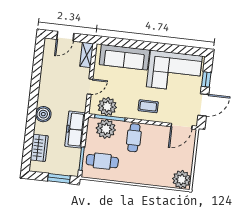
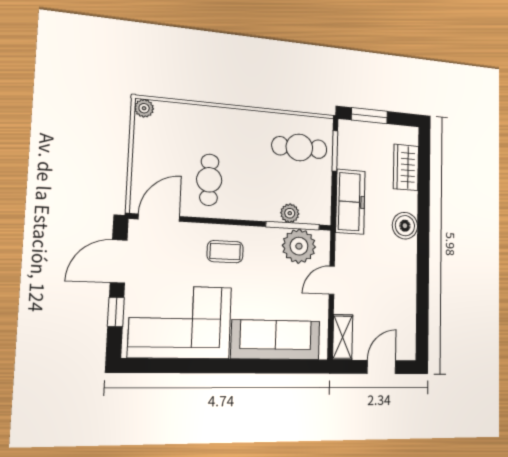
plant: (106, 129) -> (290, 213), width x0.53, depth x0.53
cafe table: (134, 138) -> (209, 180), moved
plant: (182, 179) -> (144, 108), width x0.53, depth x0.53

